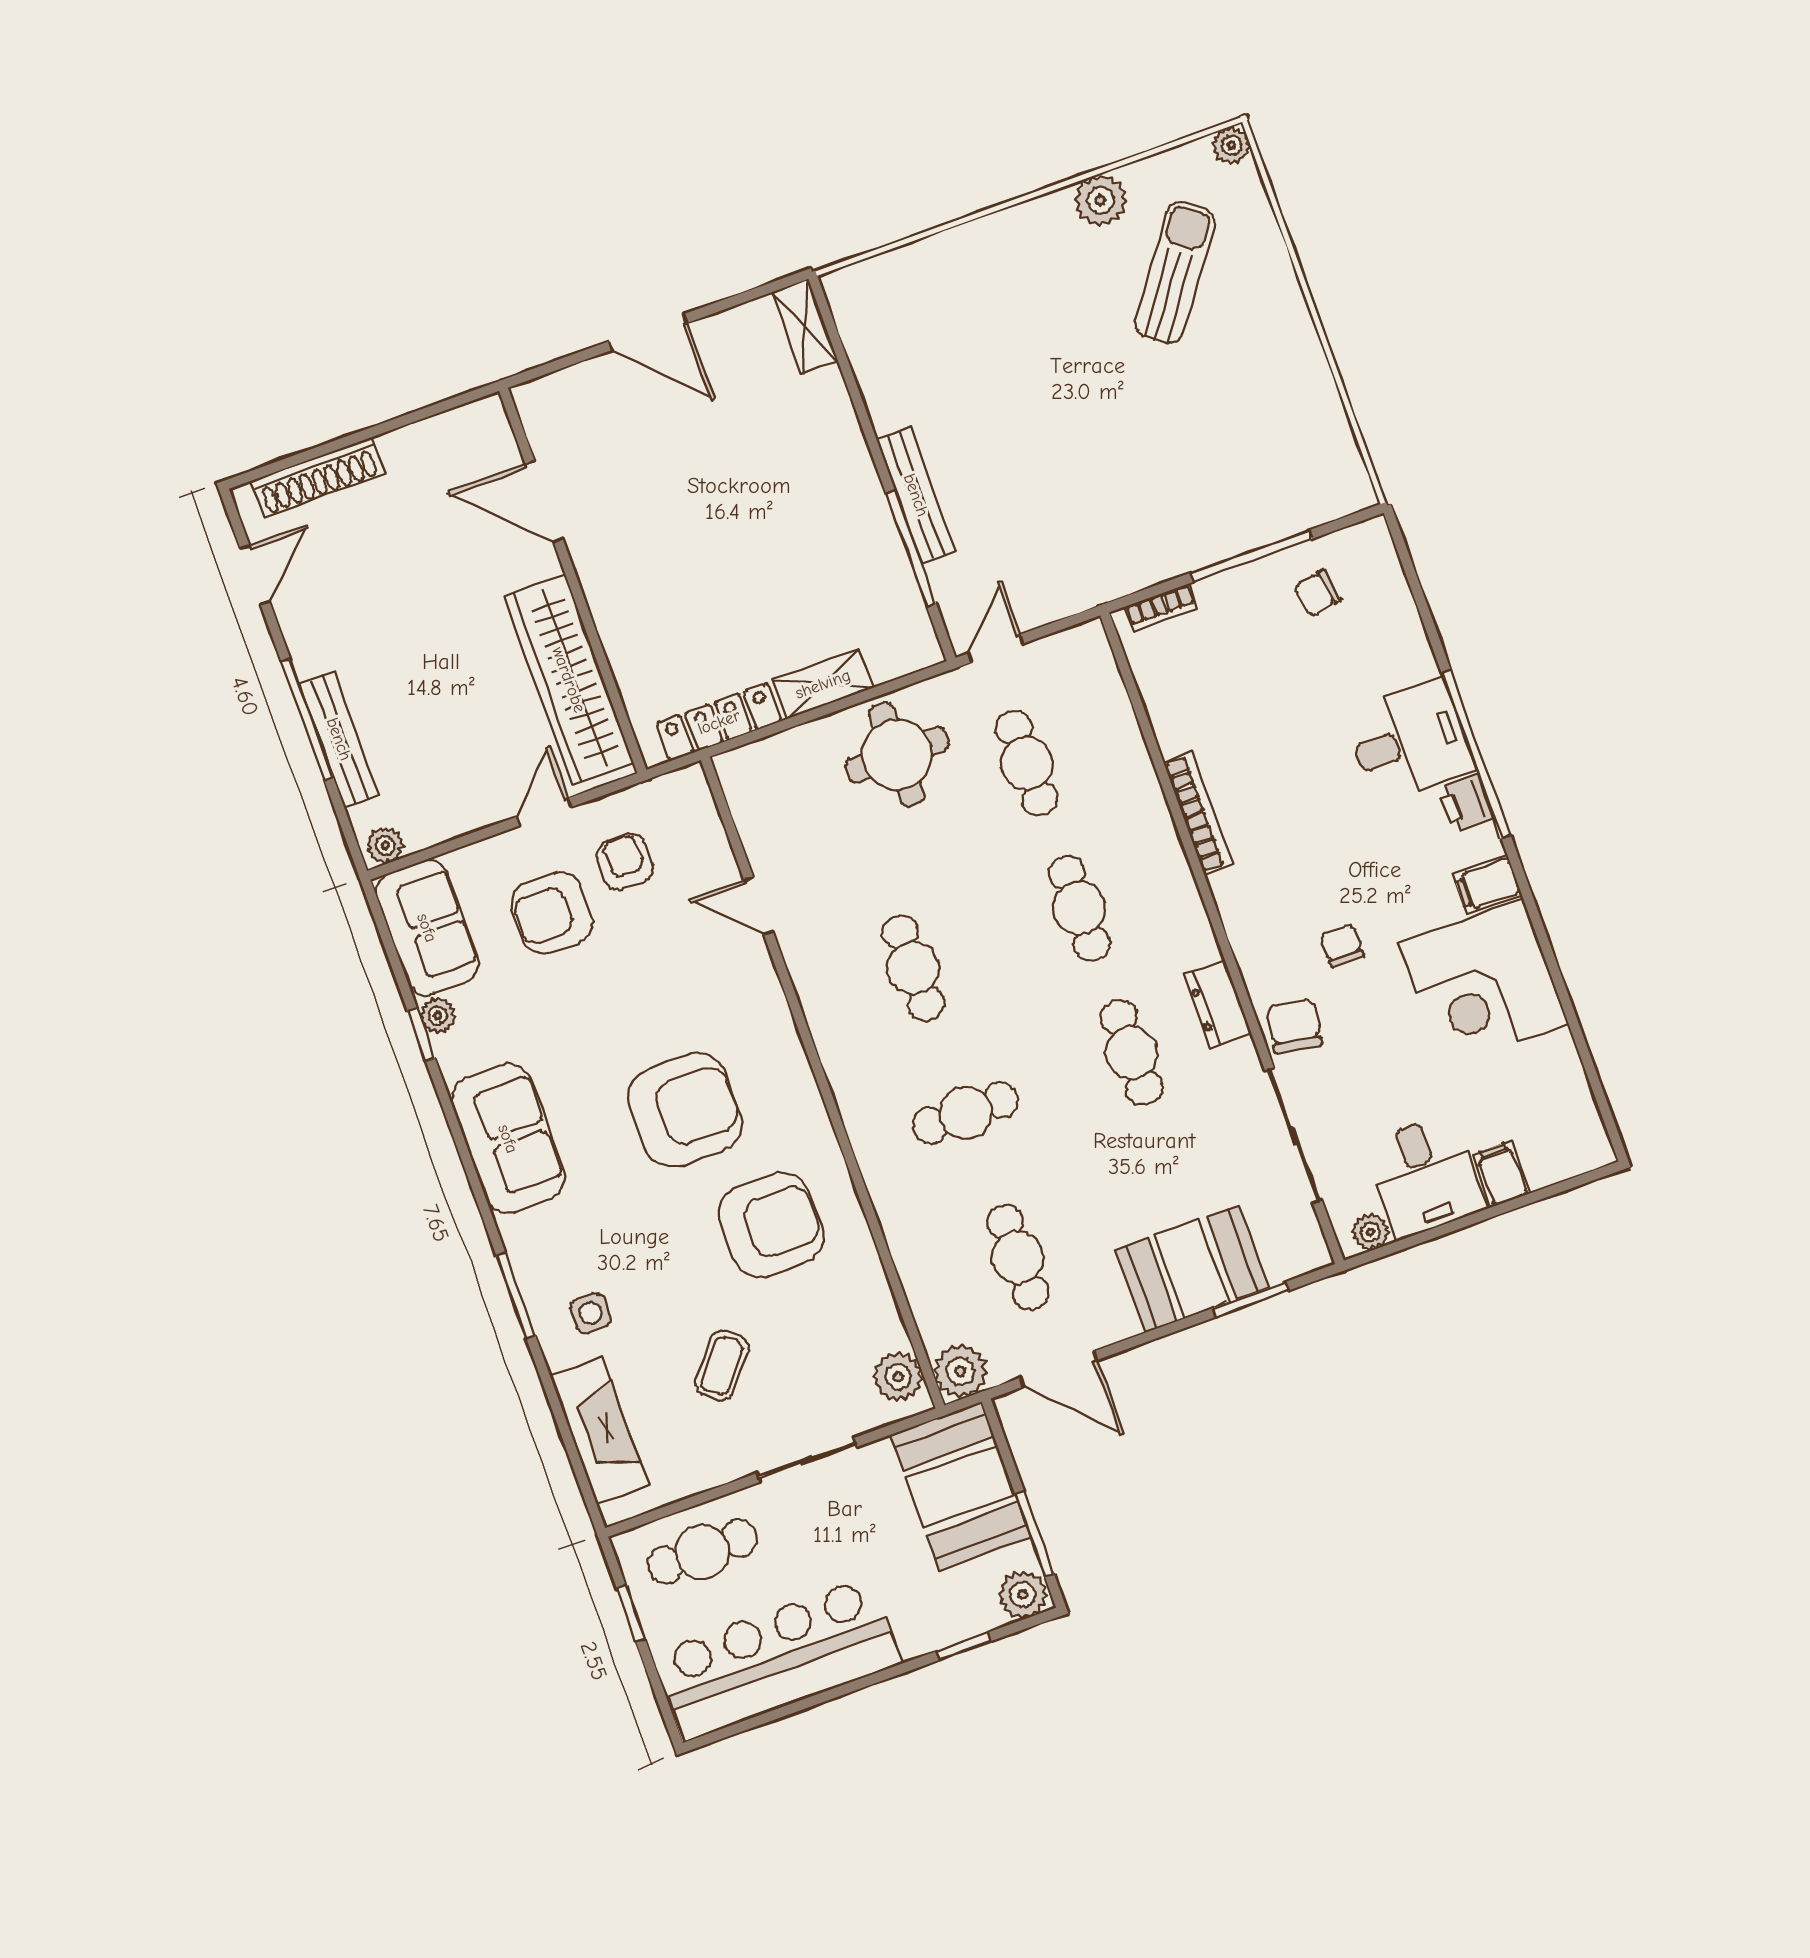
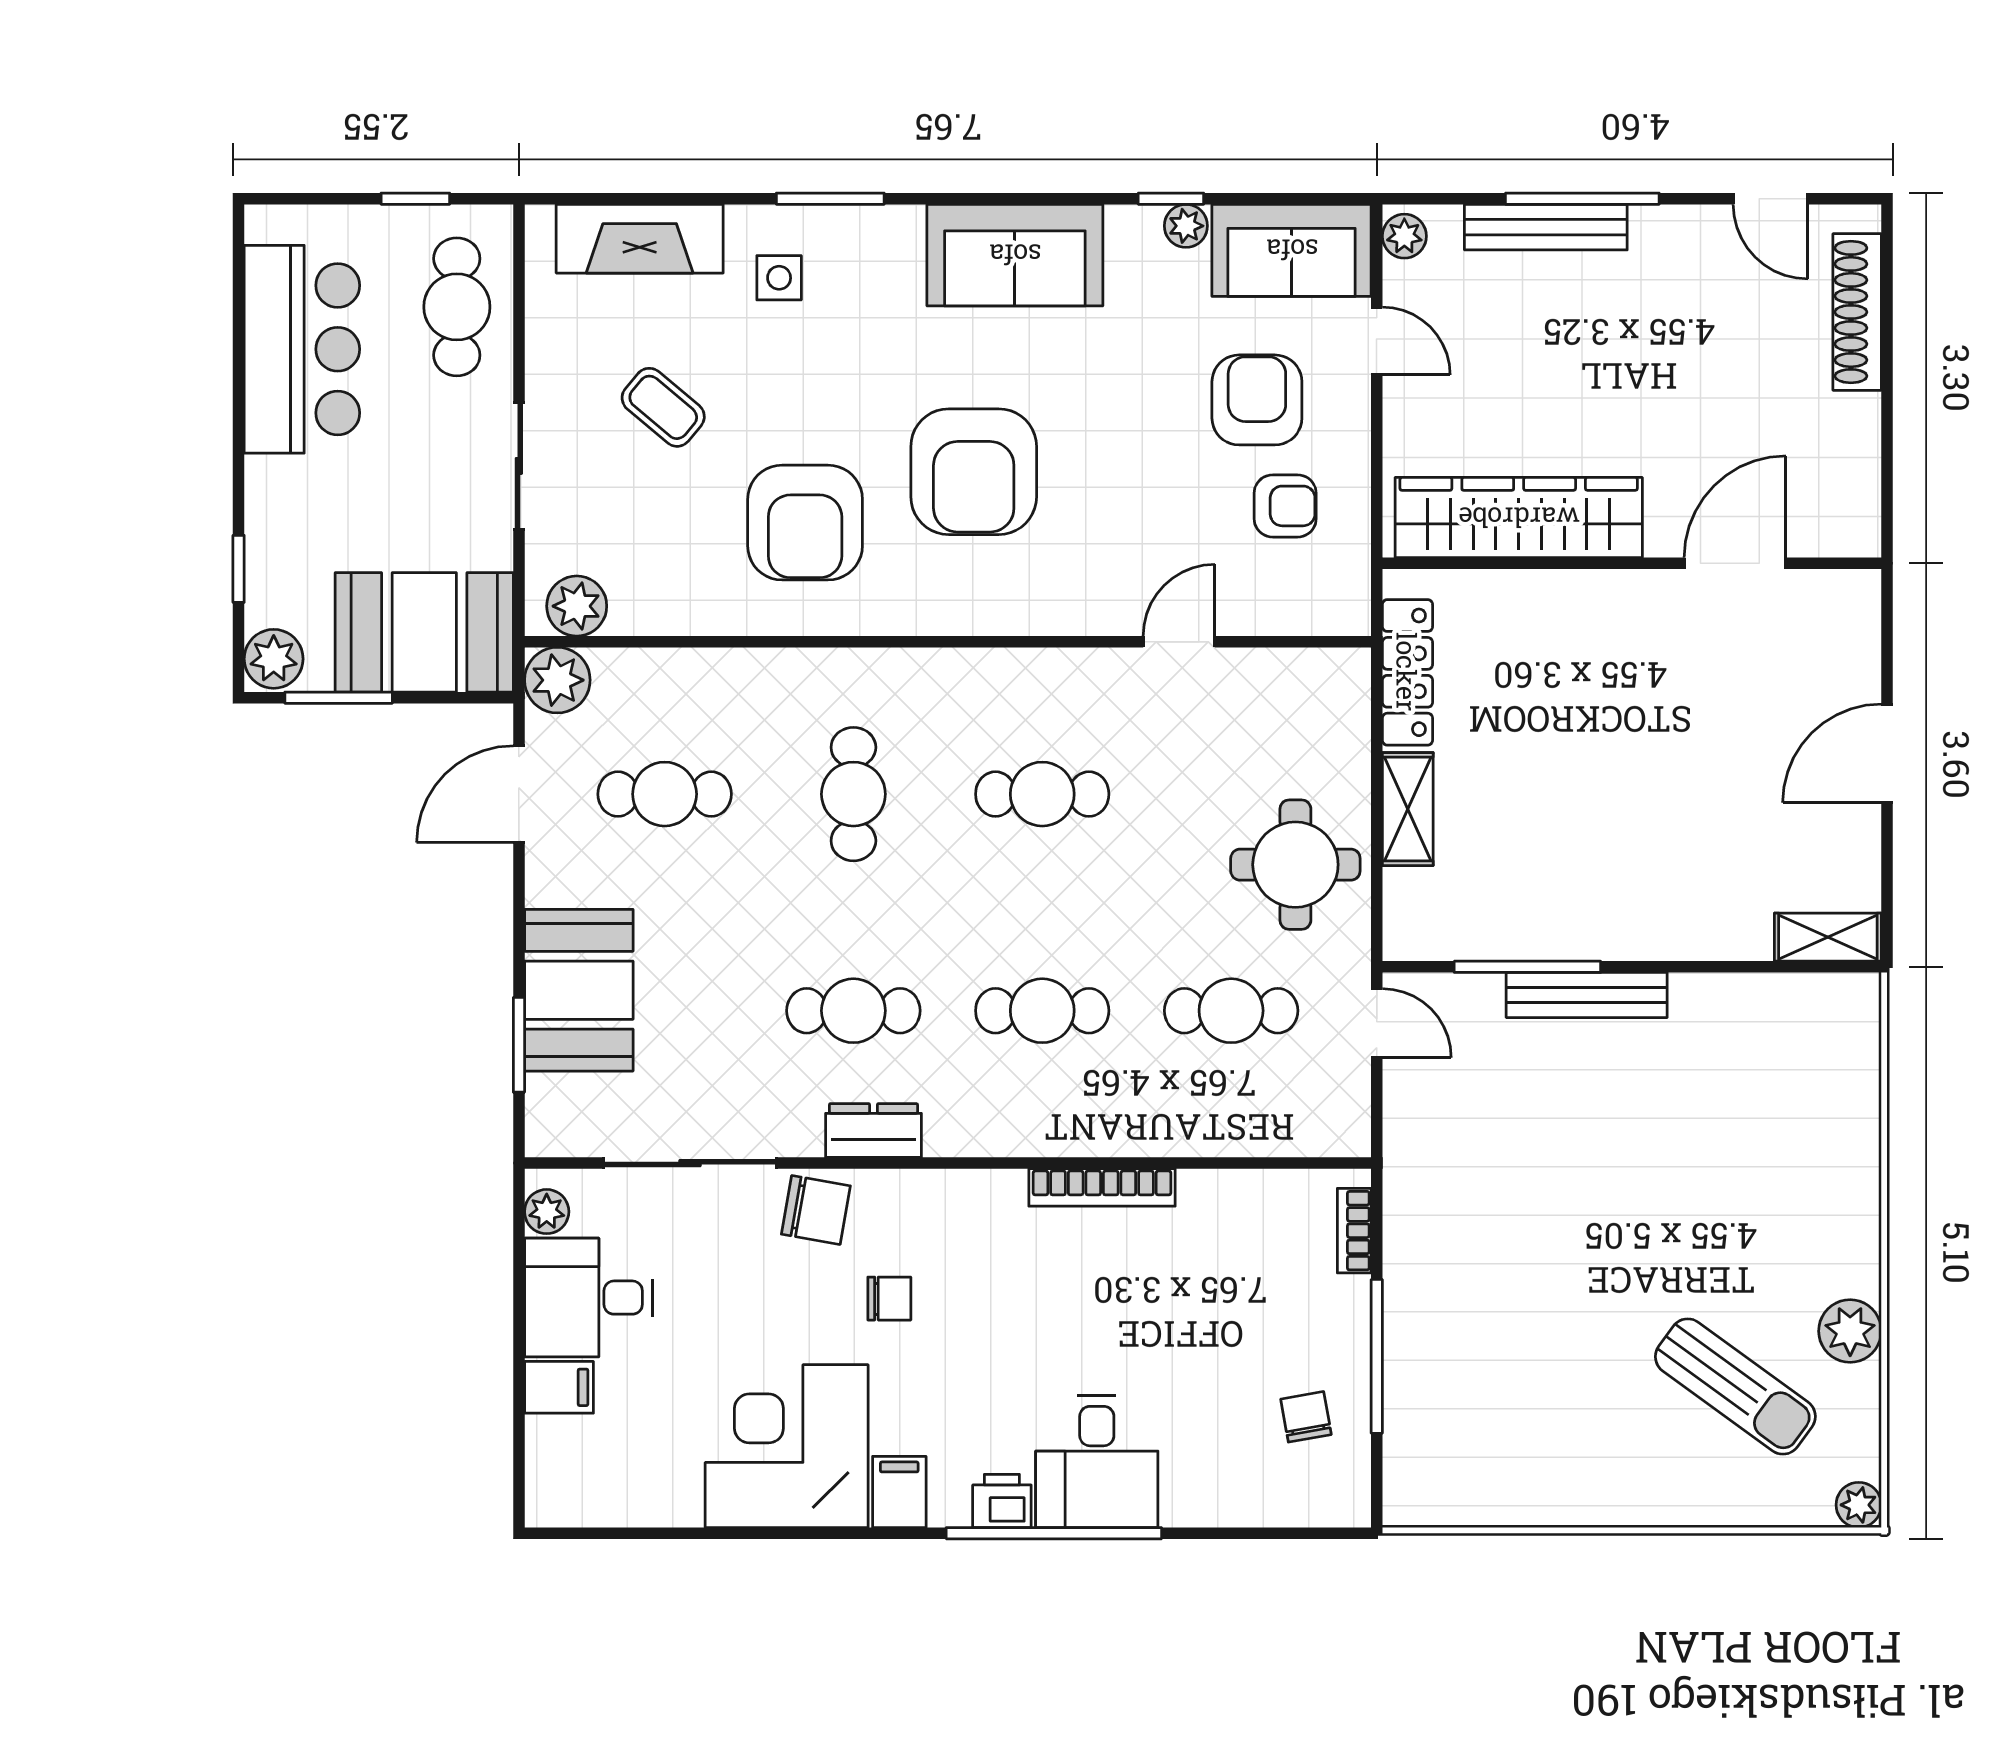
door: (544, 812) -> (1377, 341), moved
bar counter: (778, 1659) -> (302, 349), width x0.73

